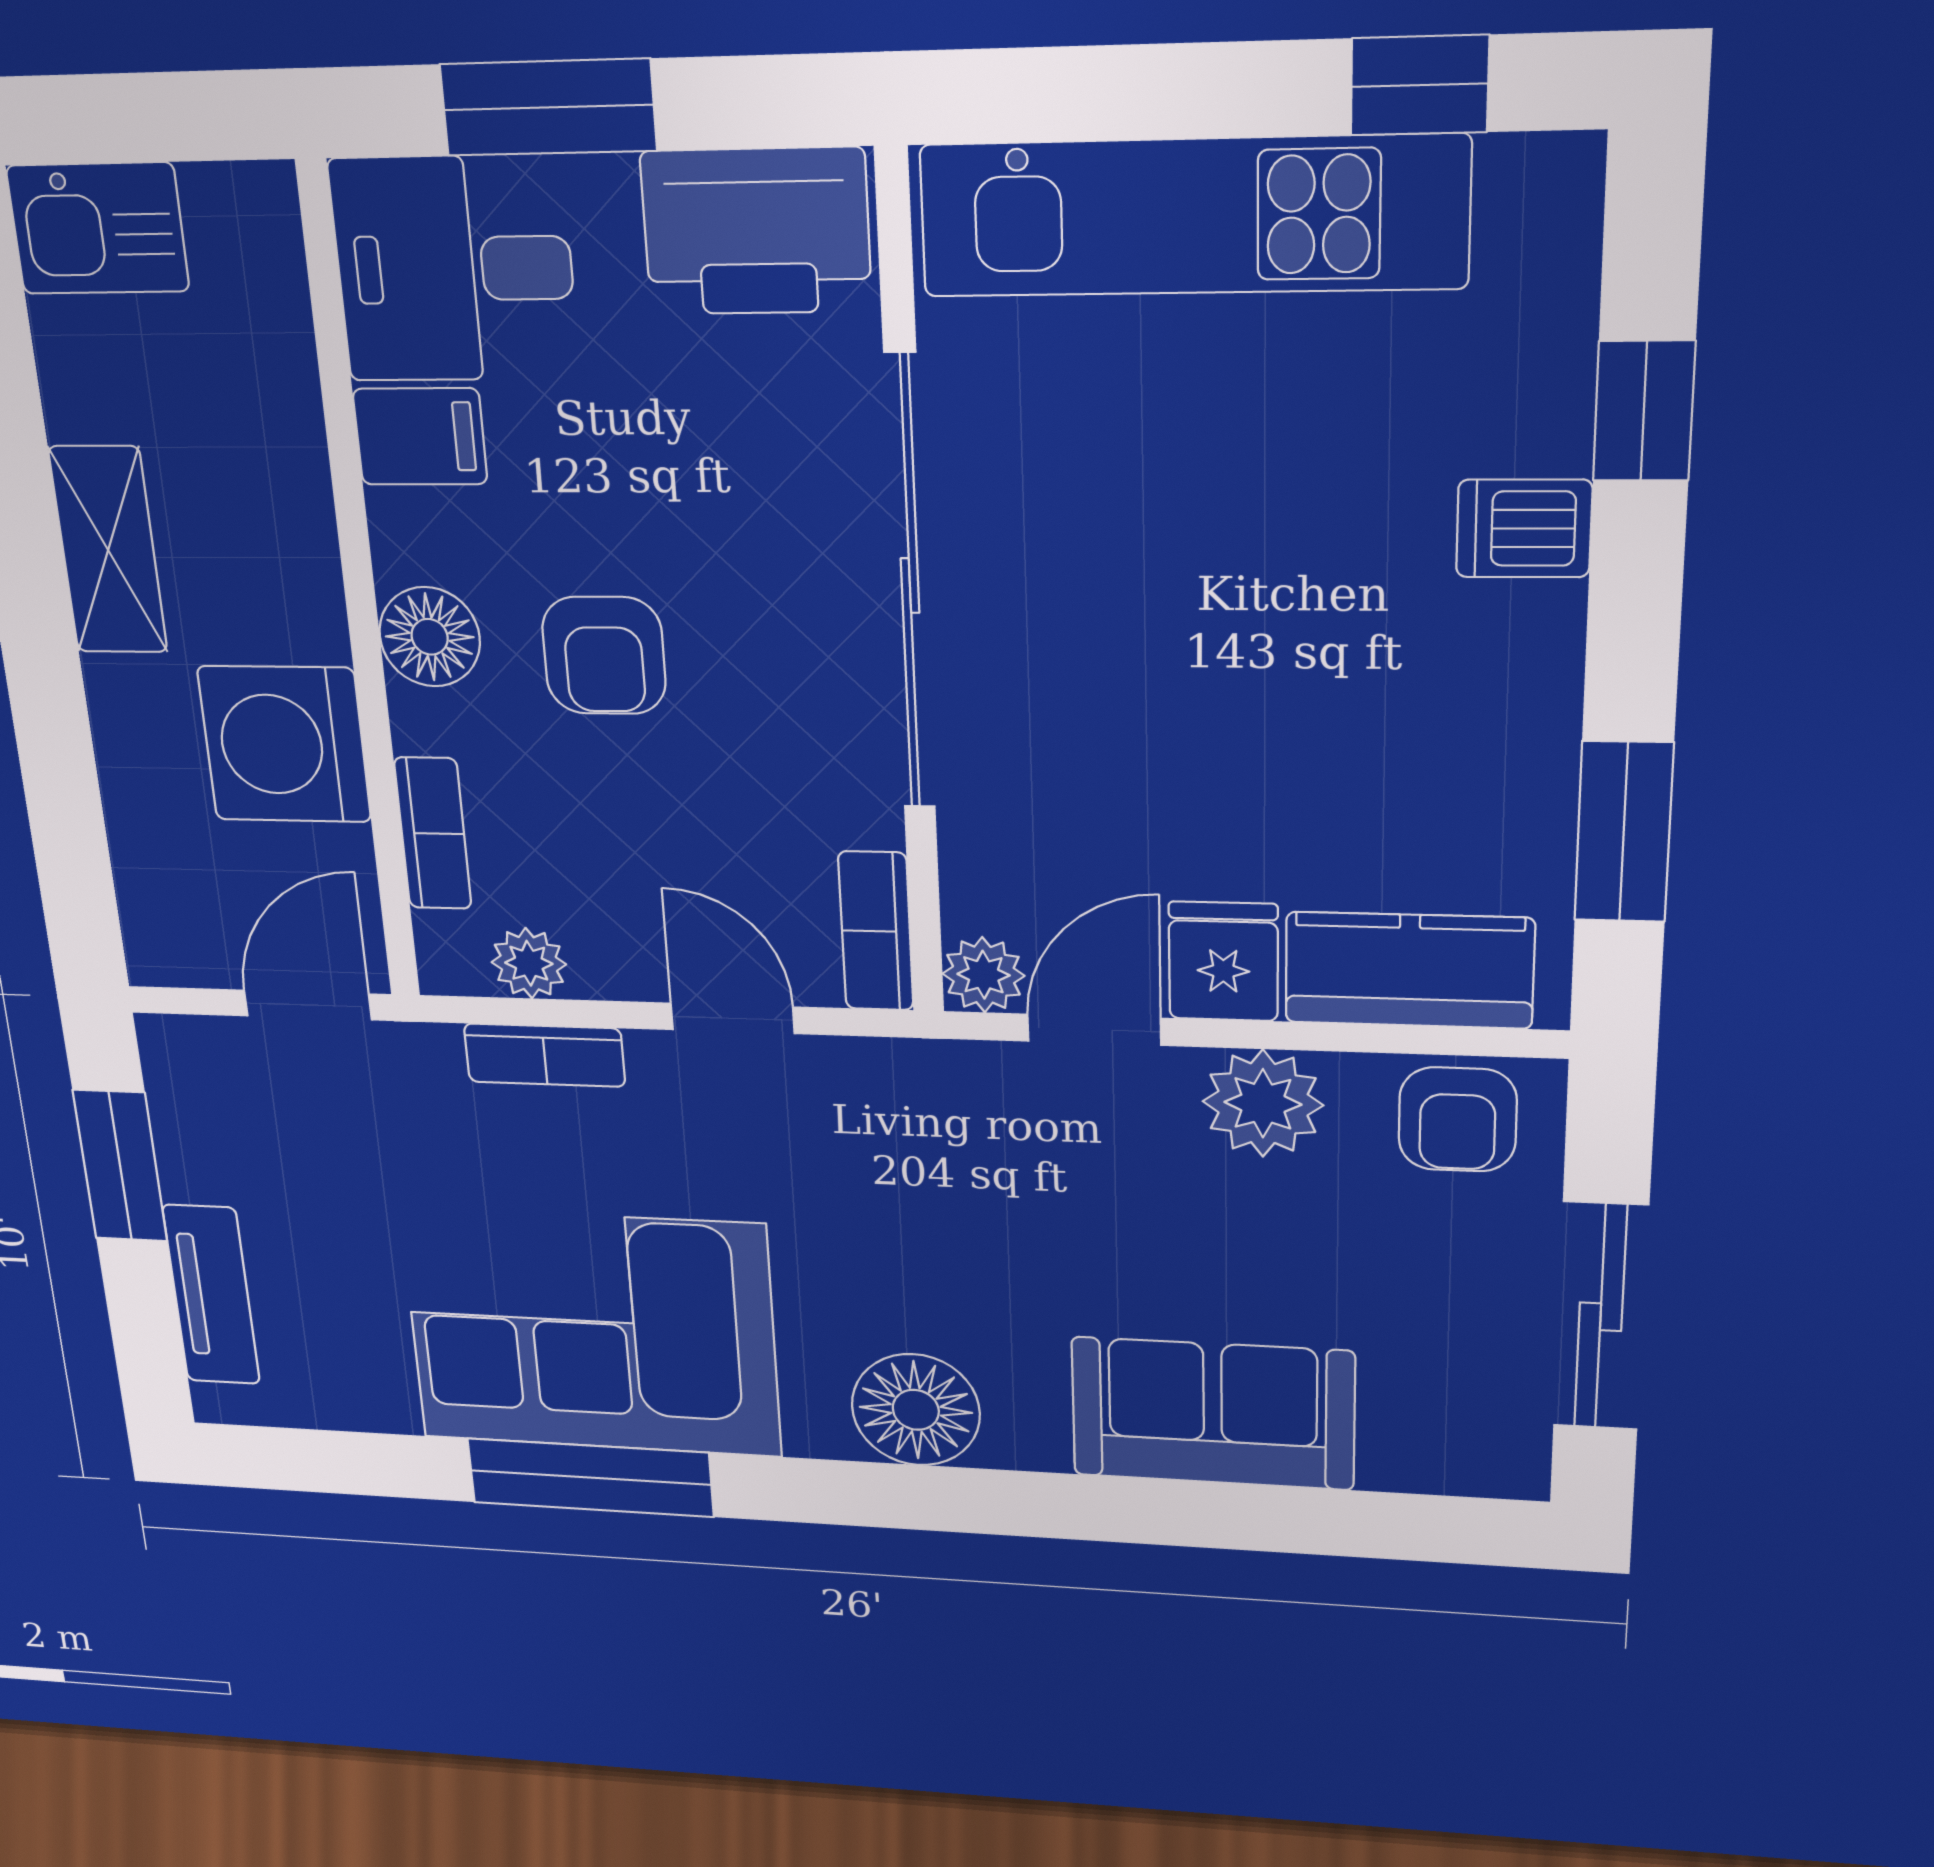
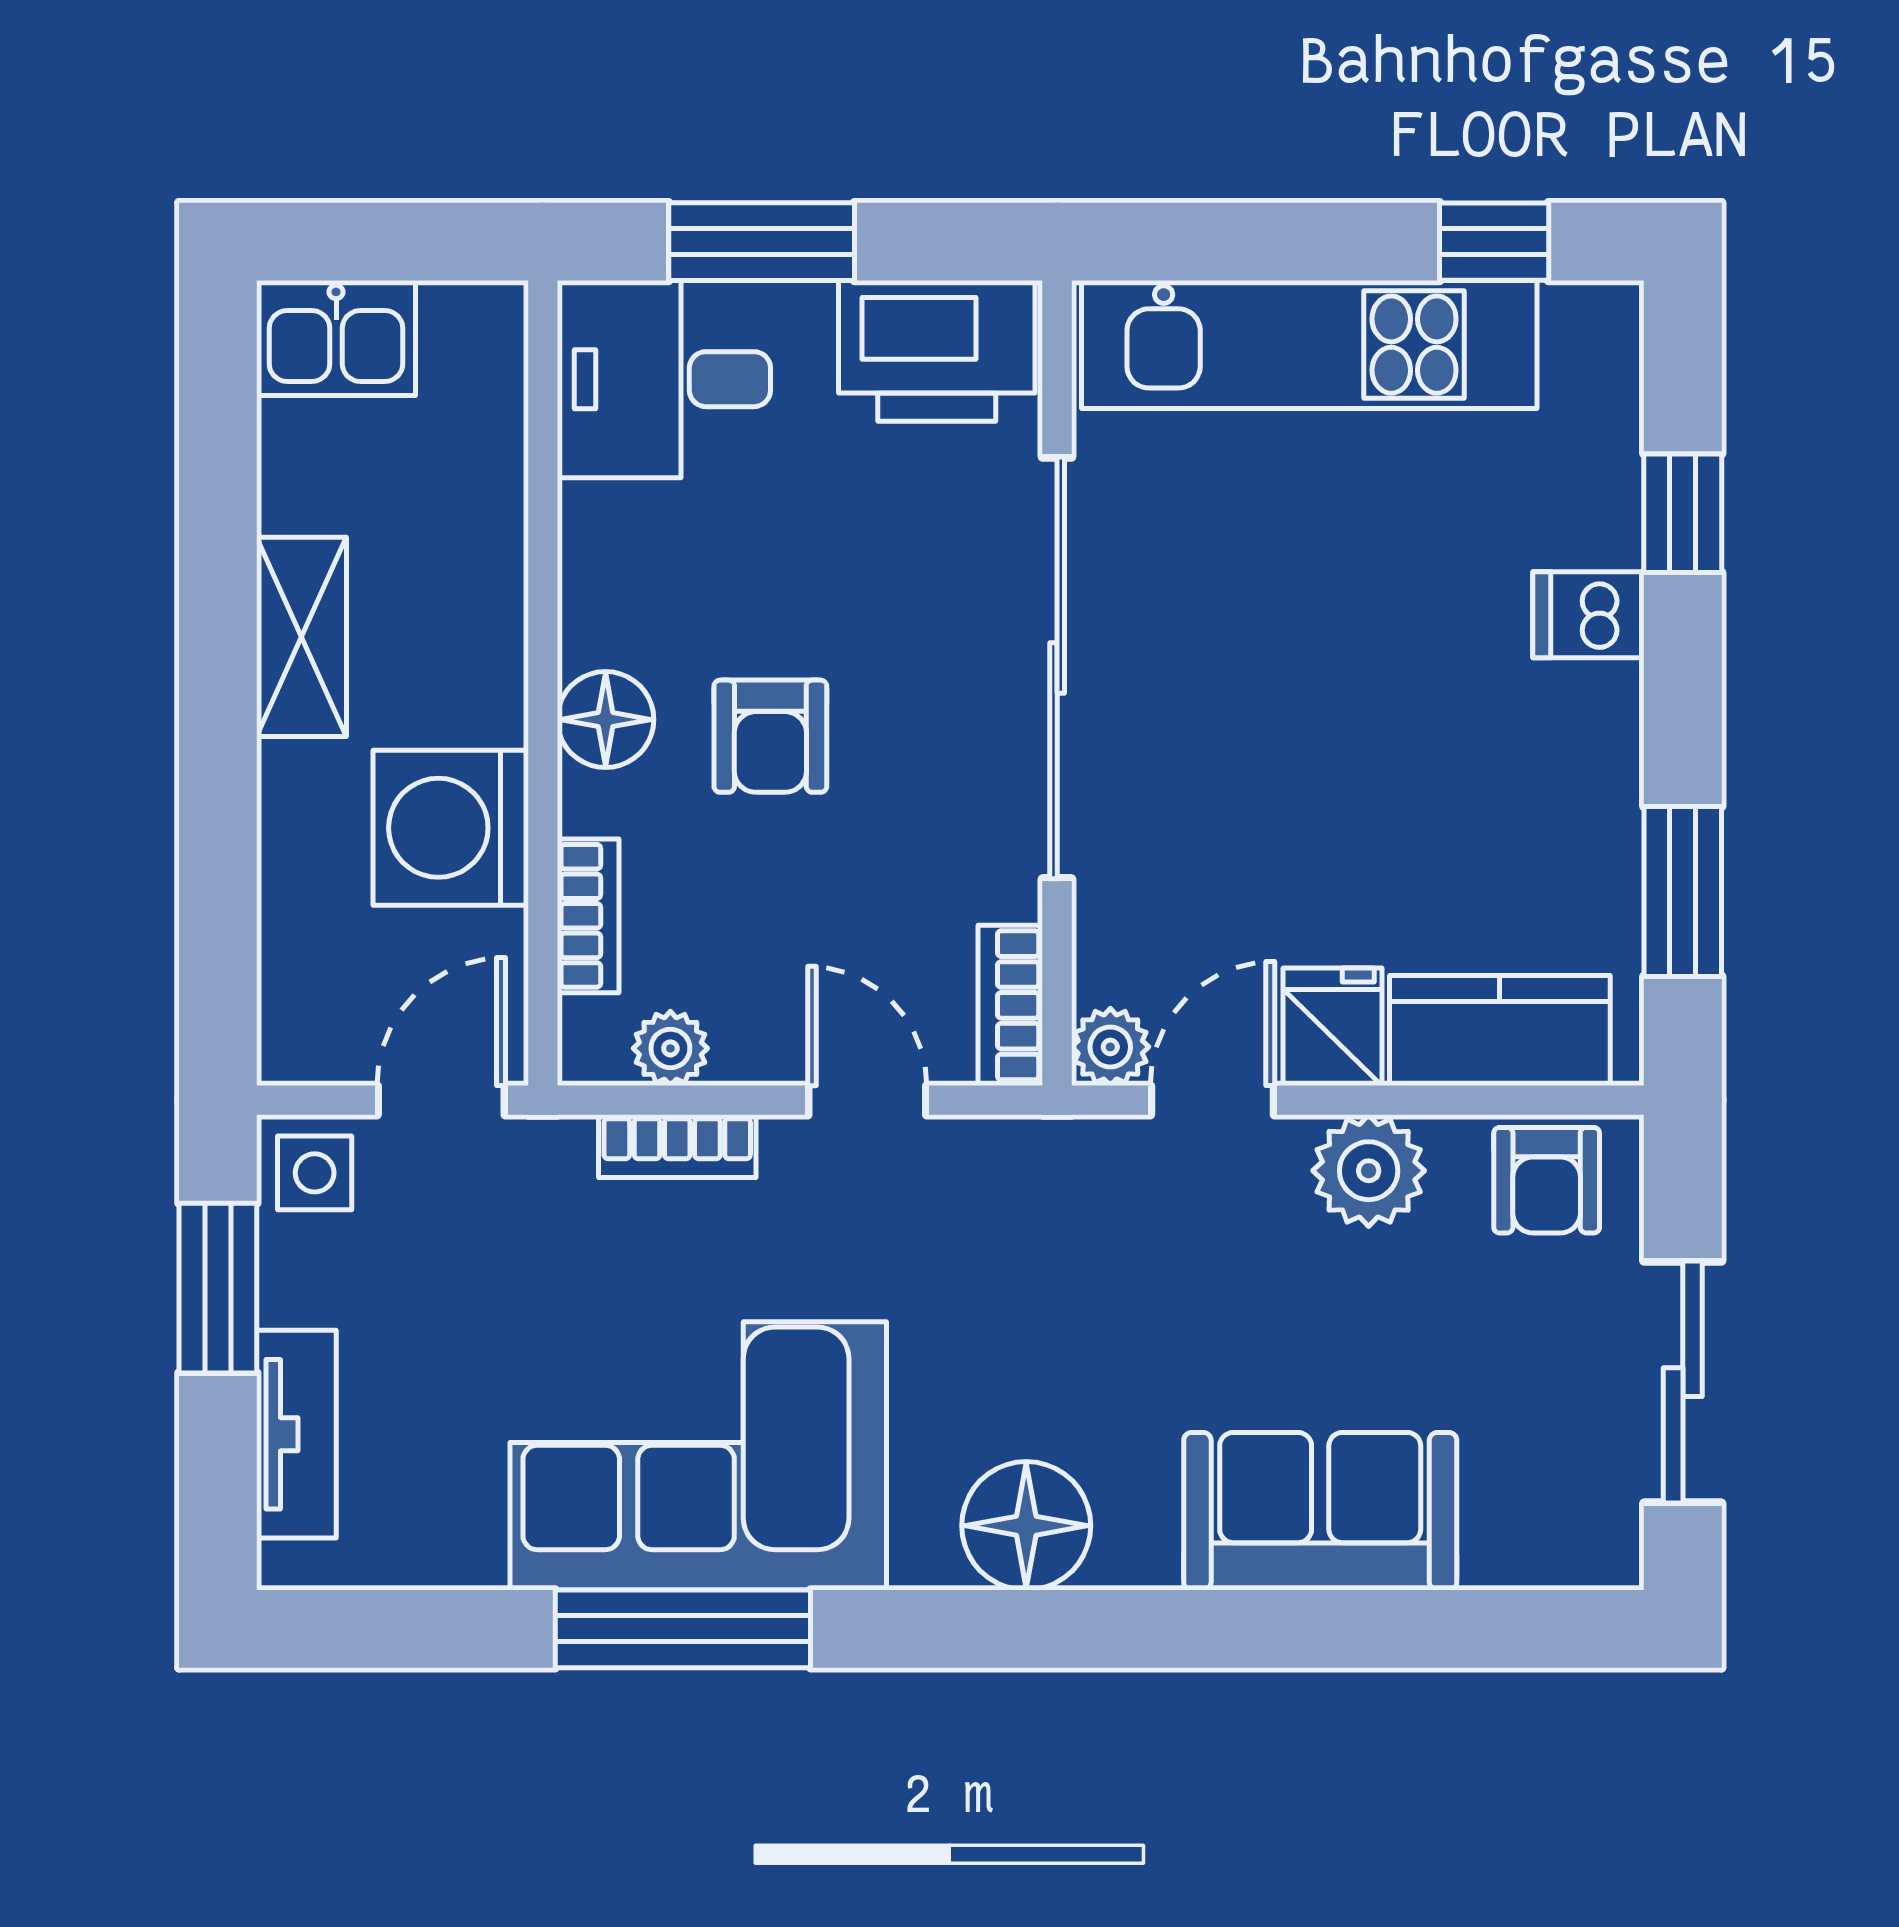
filing cabinet: (420, 437) -> (616, 530), removed
side table: (195, 1067) -> (315, 1173), added

